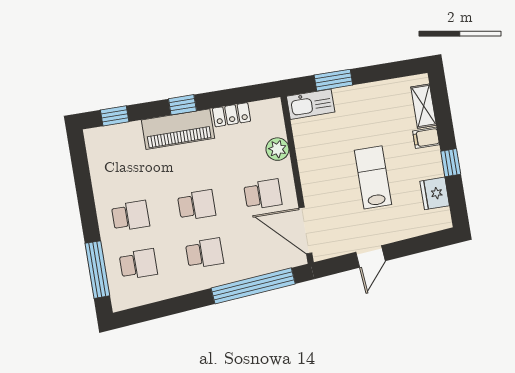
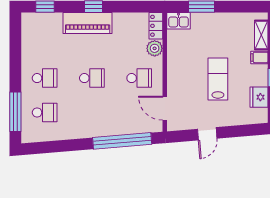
kitchen sink: (311, 104) -> (178, 21), width x0.73
locker: (231, 115) -> (156, 26), moved, turned 90
door: (305, 230) -> (165, 108), width x0.73
school desk: (204, 253) -> (92, 112), removed

